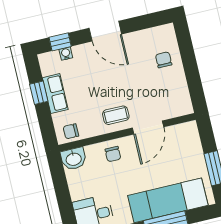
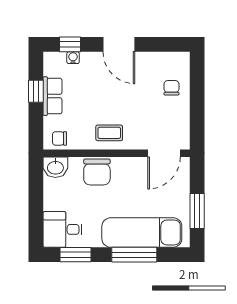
door: (148, 127) -> (164, 153), moved
chair: (113, 154) -> (97, 172), width x1.87, depth x1.87

